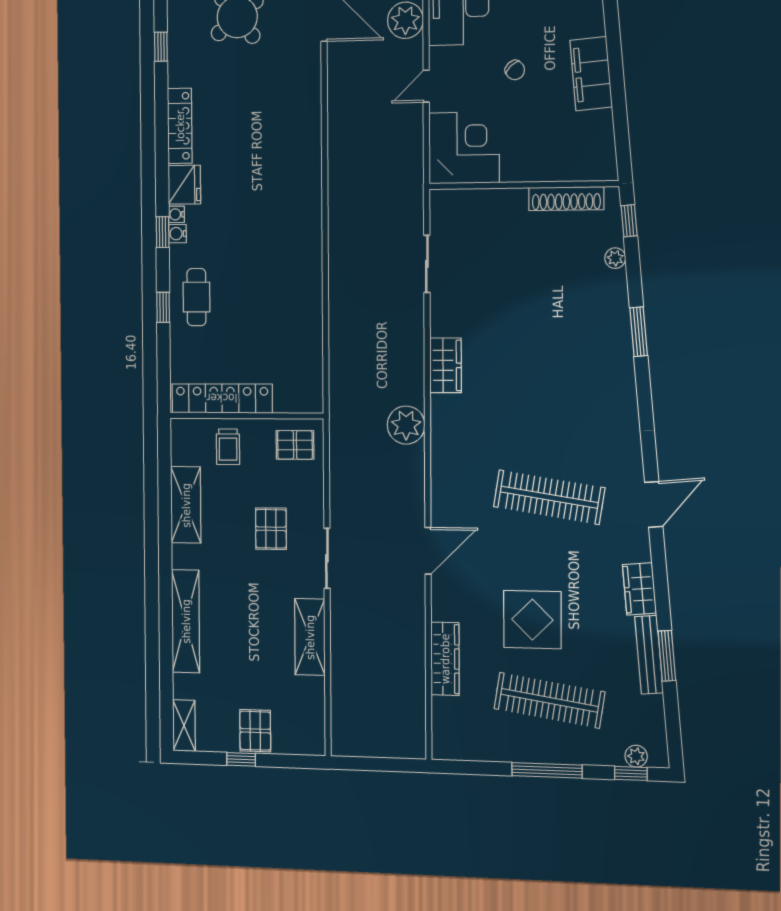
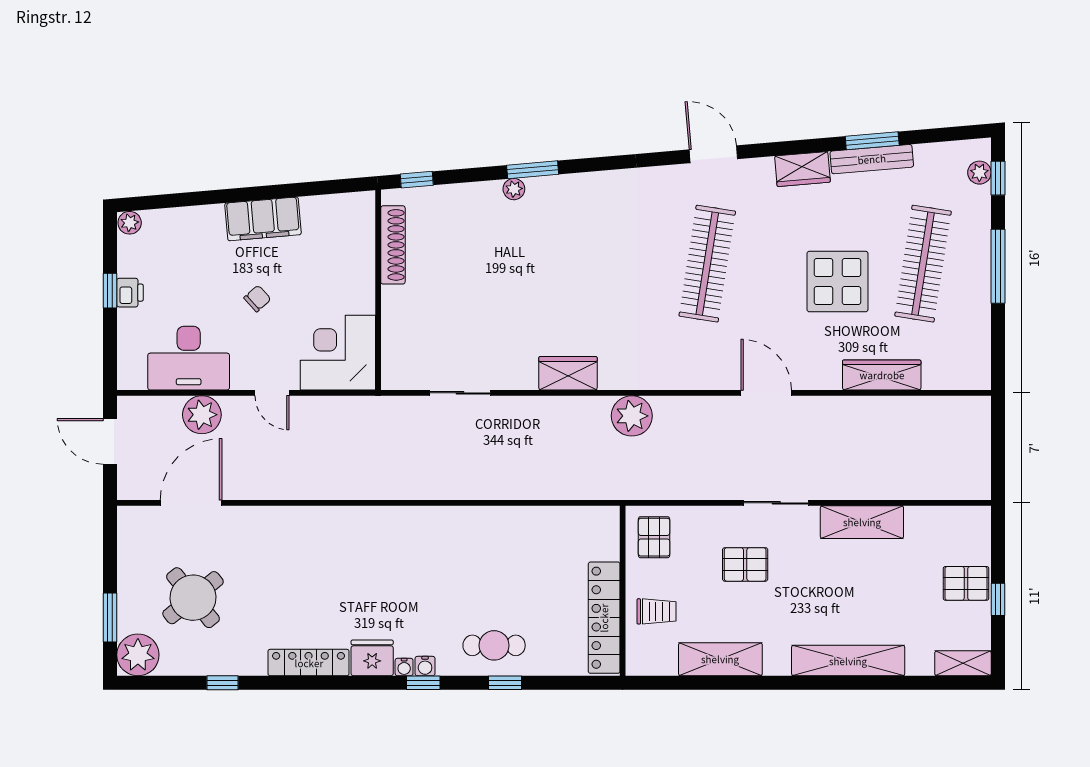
plant: (615, 258) -> (514, 189), moved

